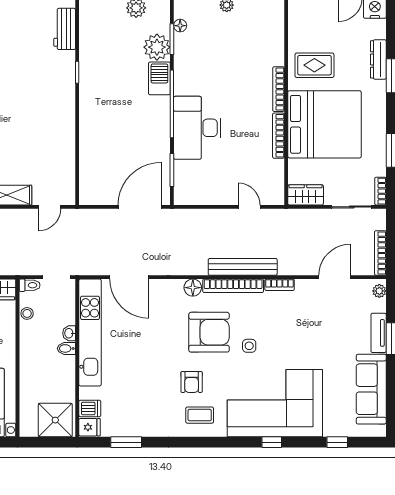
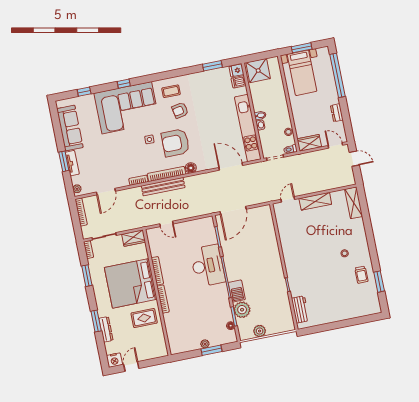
armchair: (192, 382) -> (180, 110), turned -101

